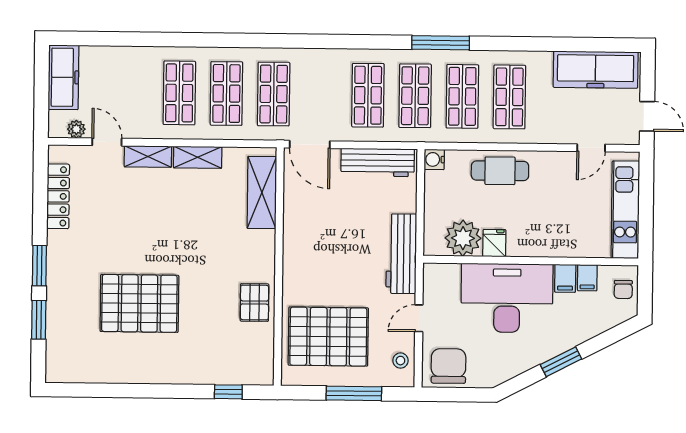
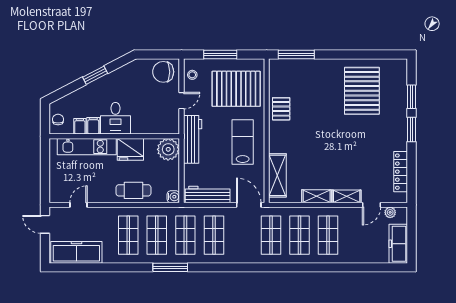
door: (107, 142) -> (372, 205), hinge flipped
kitchen unit: (625, 210) -> (87, 147), moved, turned 90
plant: (463, 238) -> (168, 149), moved
fridge: (494, 243) -> (130, 149), width x1.88, depth x1.34
lab bench: (319, 248) -> (243, 142), added
desk: (507, 298) -> (115, 118), width x0.53, depth x0.77
pallet: (139, 303) -> (362, 91), moved, turned 90
chair: (448, 366) -> (163, 72), turned 90
window: (228, 392) -> (296, 55), width x2.17

